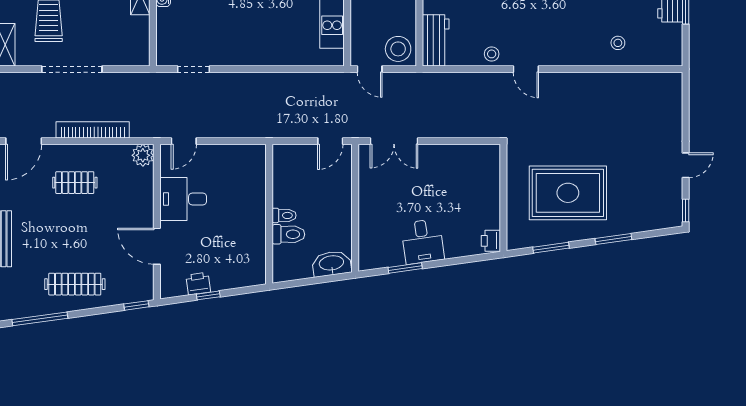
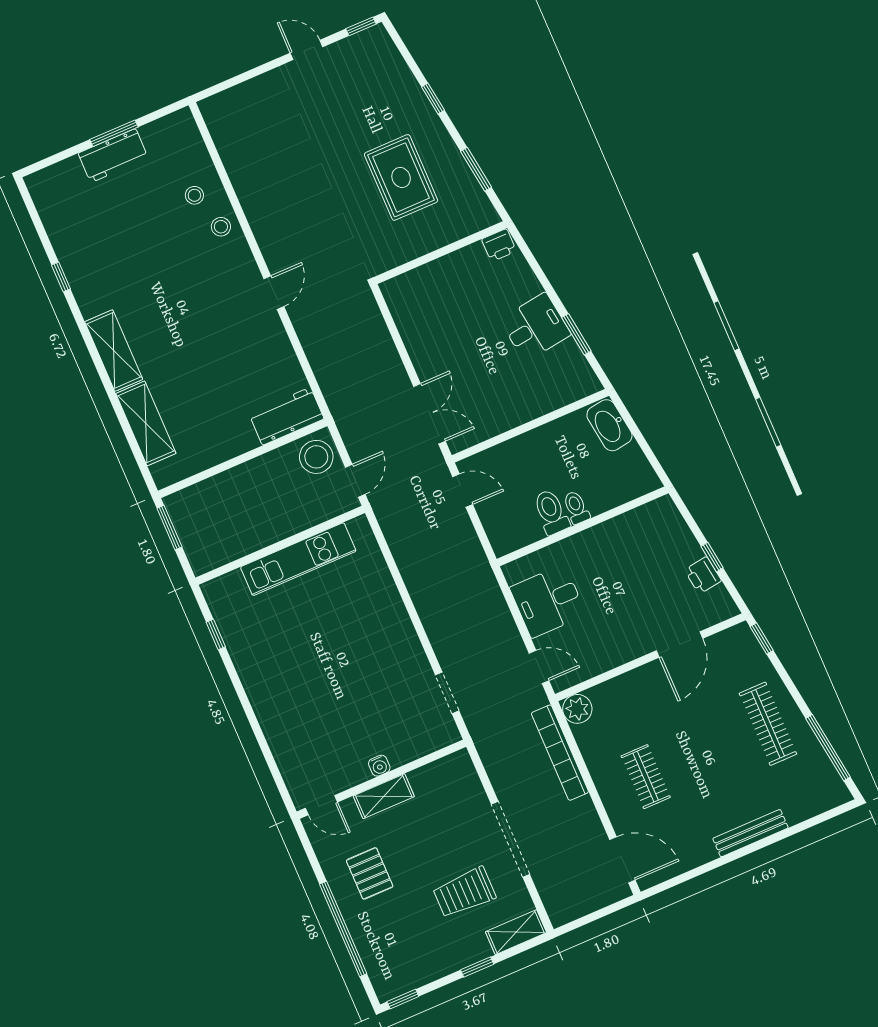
stool: (492, 54) -> (221, 227), moved
bookcase: (93, 130) -> (560, 753), moved
rug: (568, 193) -> (401, 177), width x0.73, depth x0.69
desk: (183, 199) -> (548, 601), moved, turned 90
toilet: (288, 234) -> (551, 512), moved
window: (613, 239) -> (433, 99), width x0.67

